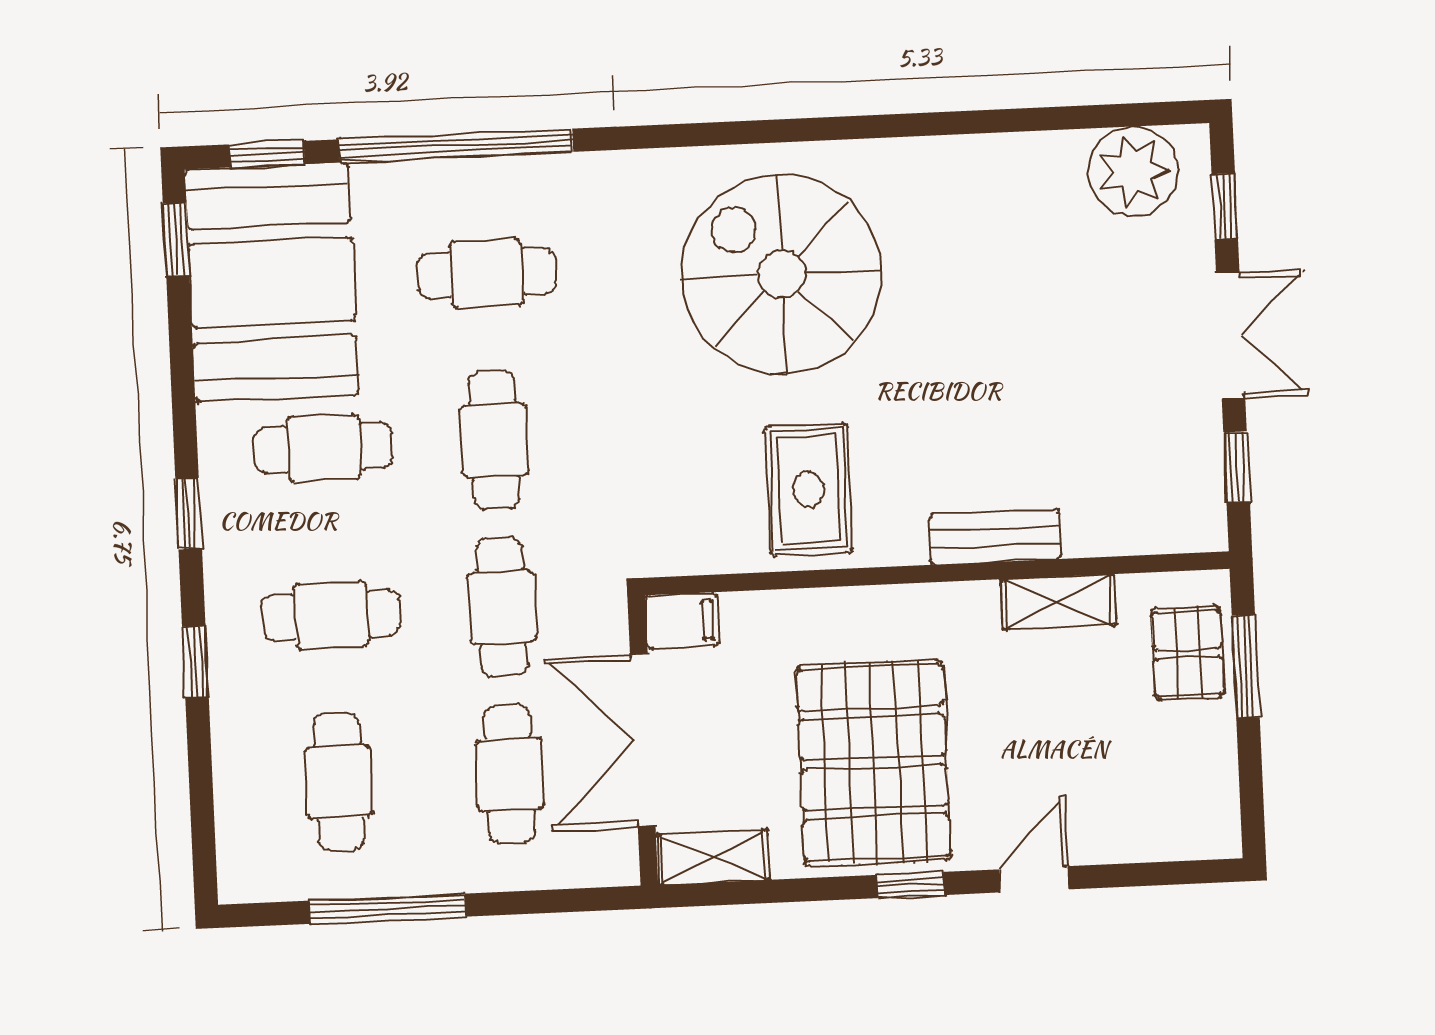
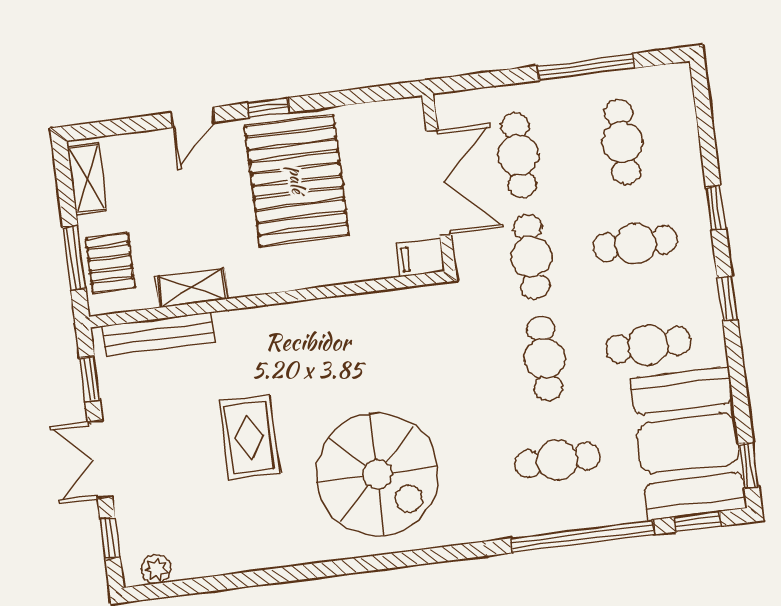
plant: (1134, 171) -> (156, 569), width x0.53, depth x0.53
rug: (808, 490) -> (249, 437), moved
bench: (995, 537) -> (159, 334), moved, width x1.36
shelving: (713, 857) -> (87, 179), moved, turned 90

